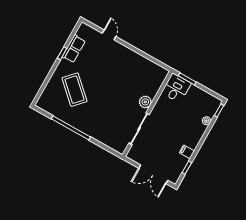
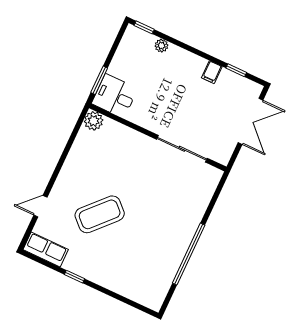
row of seats: (74, 49) -> (46, 250), moved
coffee table: (74, 90) -> (100, 214), moved
plant: (145, 102) -> (94, 121), moved

